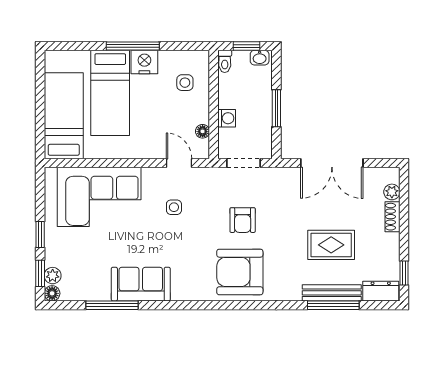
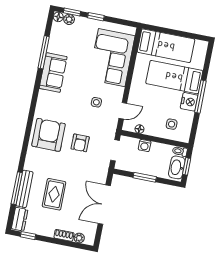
washbasin: (260, 58) -> (177, 167), width x1.91, depth x1.45
armchair: (243, 220) -> (80, 143), turned -90

